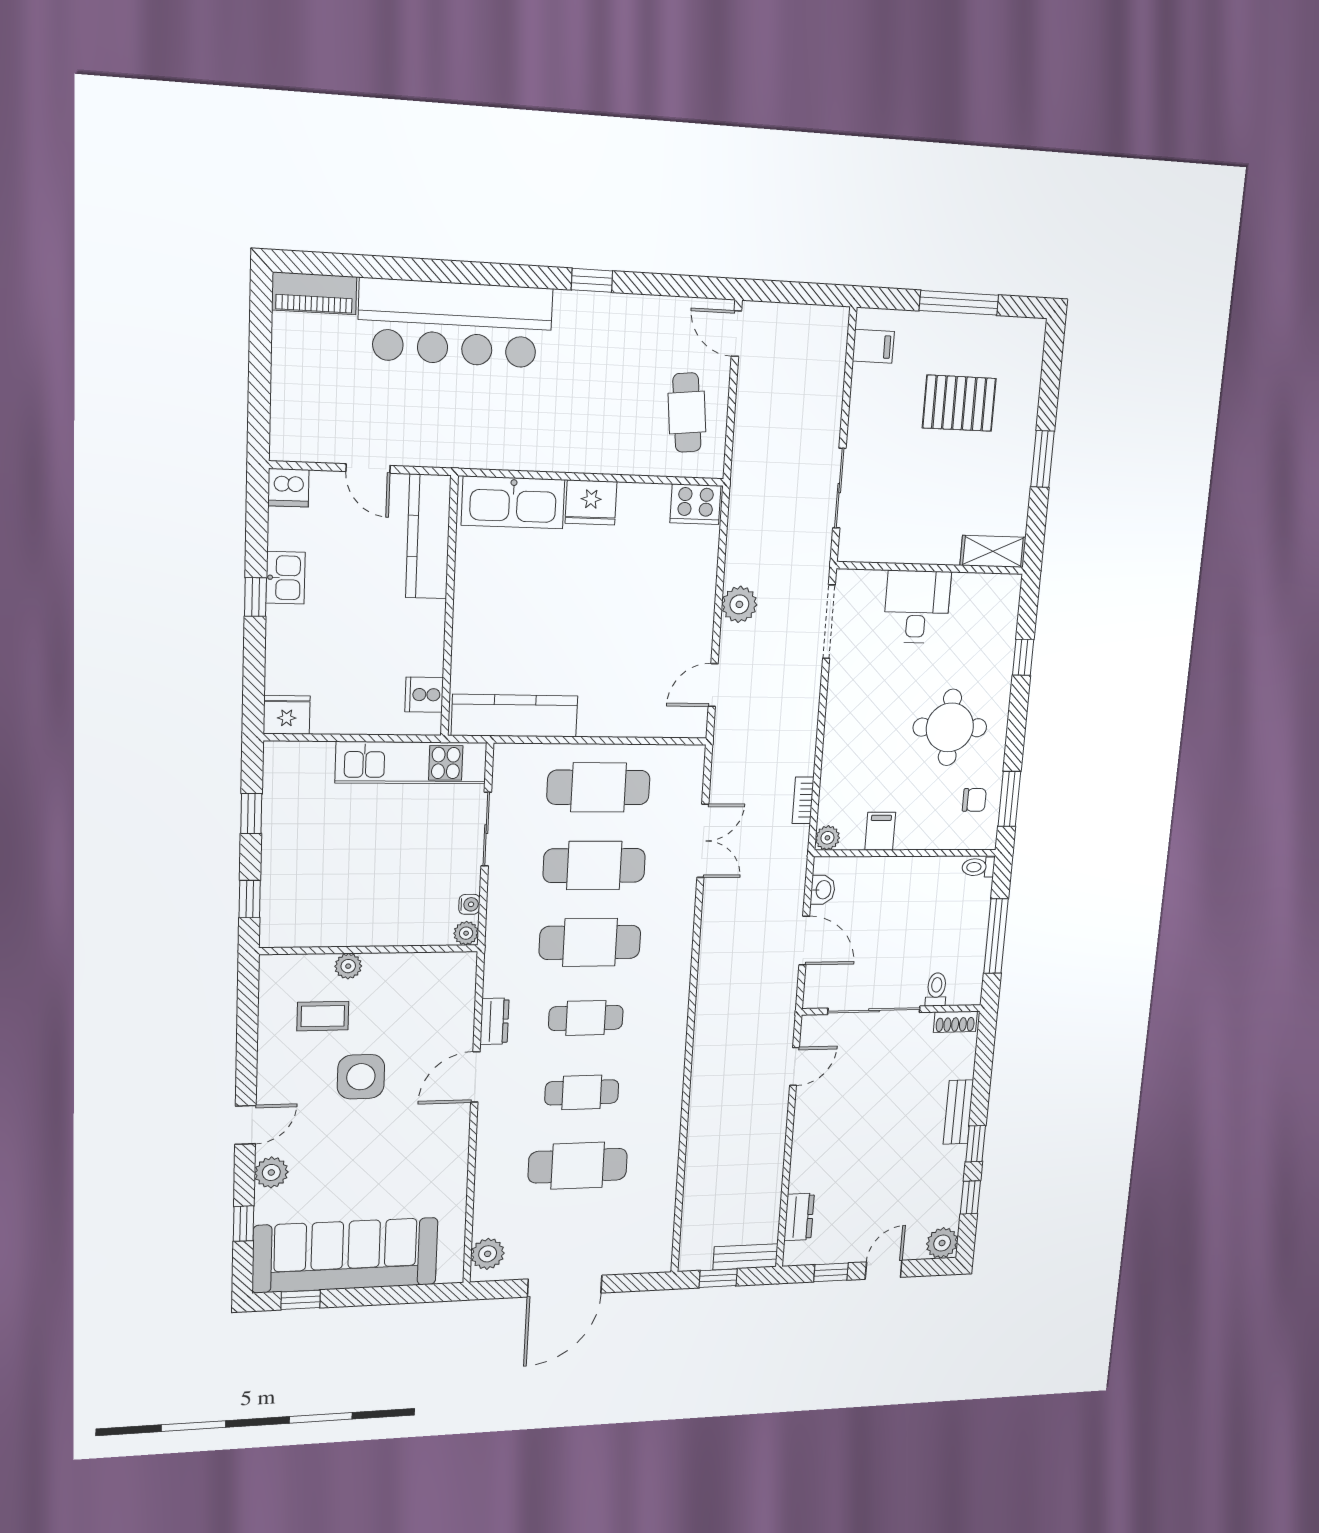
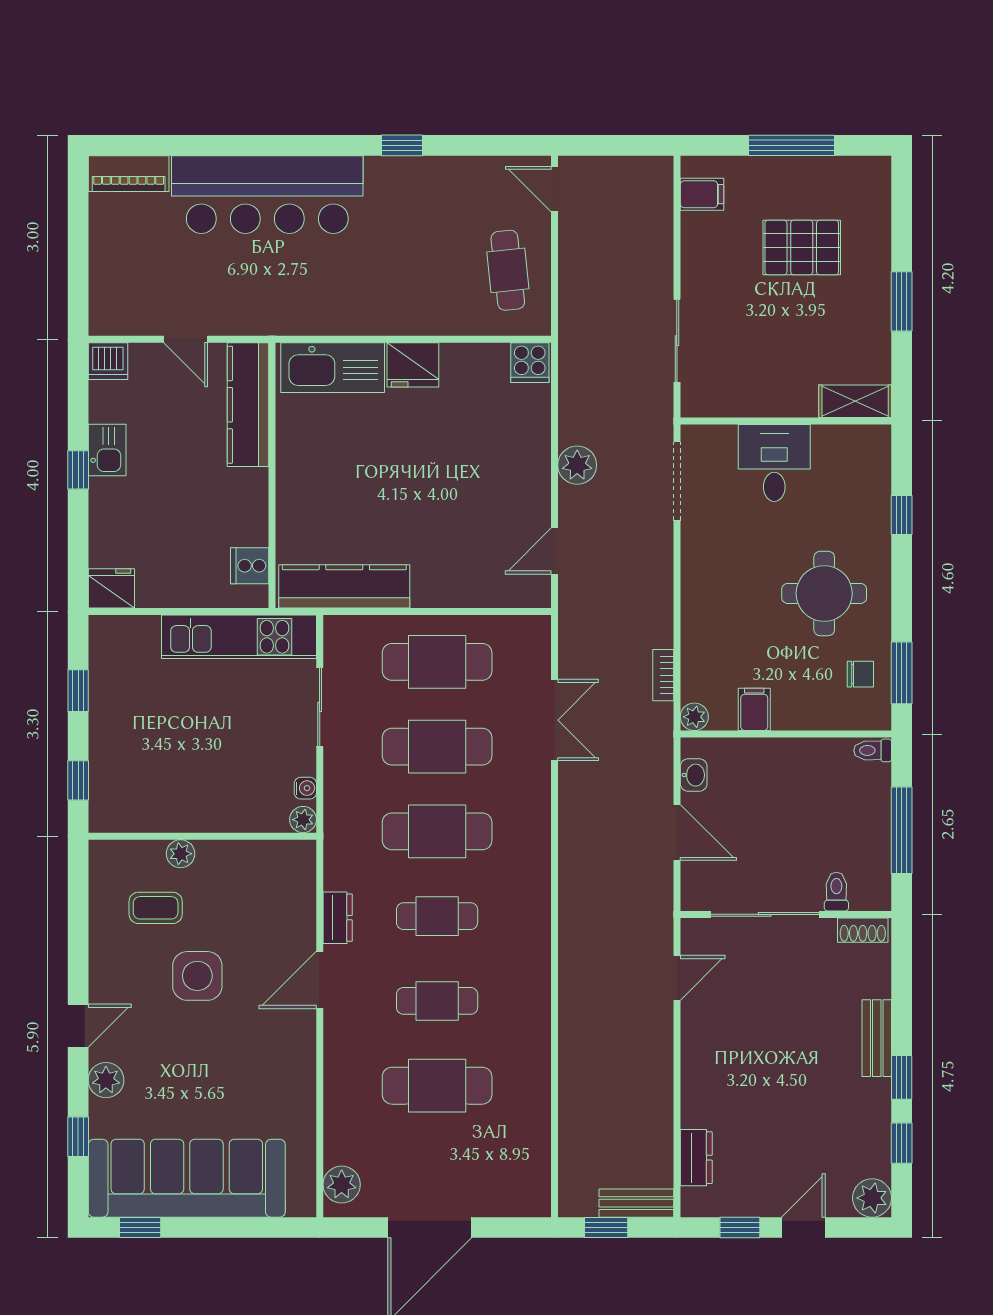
cooker: (695, 504) -> (530, 363), width x0.73

